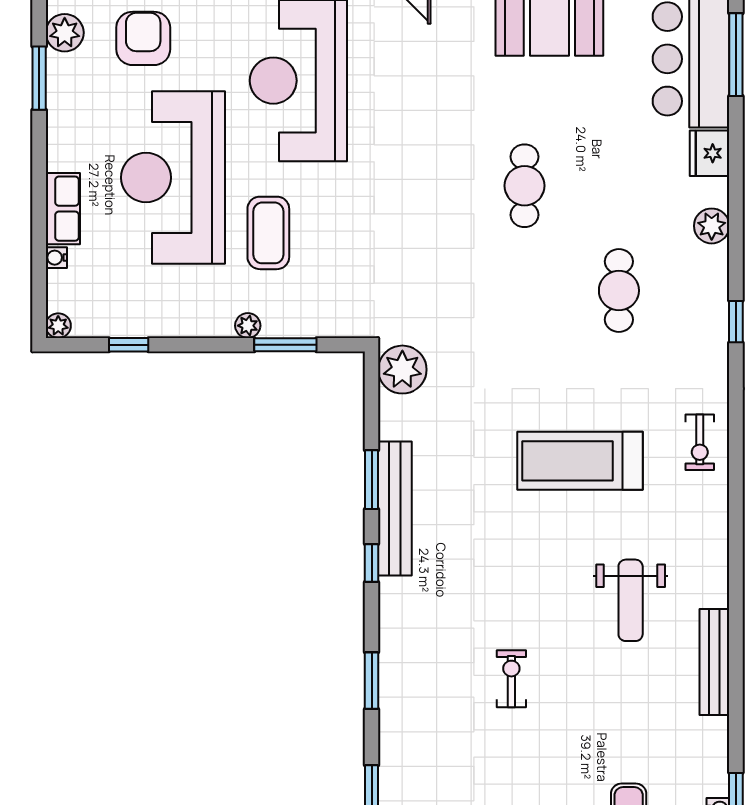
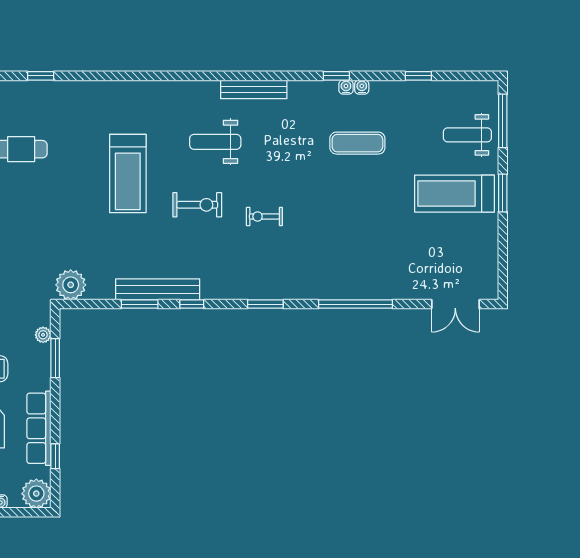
row of seats: (173, 319) -> (39, 428), added
plant: (58, 326) -> (36, 494), width x1.87, depth x1.87
plant: (248, 326) -> (43, 335), moved
exercise bike: (700, 442) -> (197, 205), moved, width x1.38, depth x1.39
weight bench: (631, 600) -> (215, 142), turned 180

